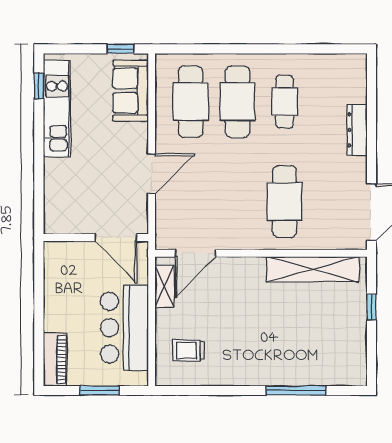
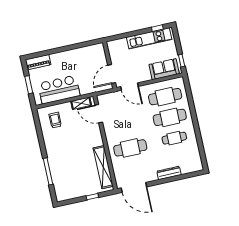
wall: (96, 238) -> (110, 65), moved
door: (116, 238) -> (112, 74), moved

